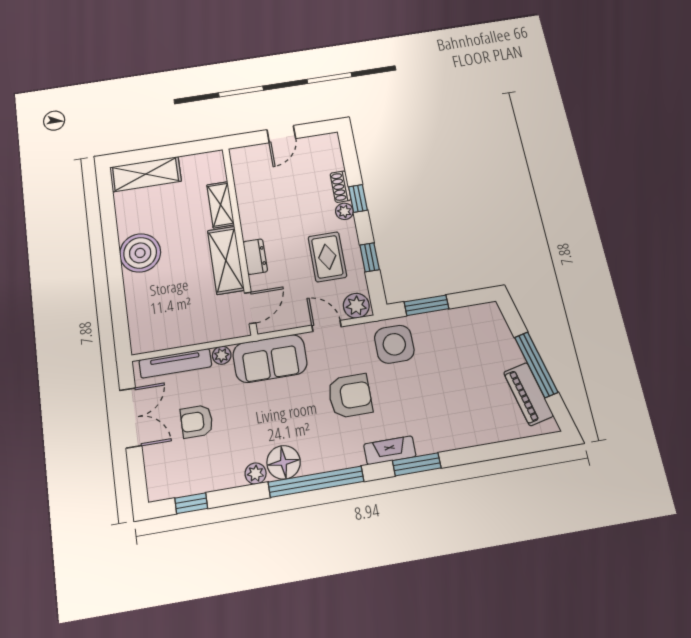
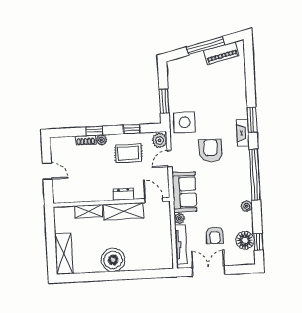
floor lamp: (284, 462) -> (245, 240), moved

